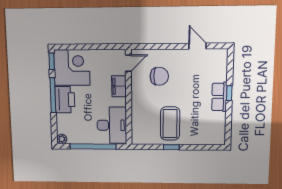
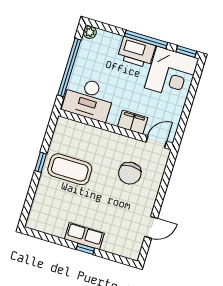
door: (128, 63) -> (156, 142), swing flipped

